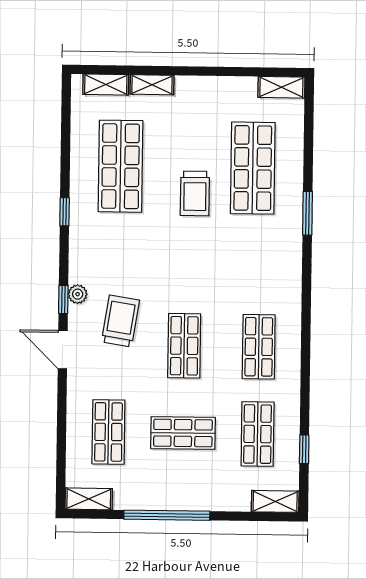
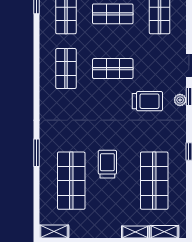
trolley: (120, 321) -> (147, 101), moved, turned -99
shop shelf: (184, 346) -> (113, 69), turned 90

